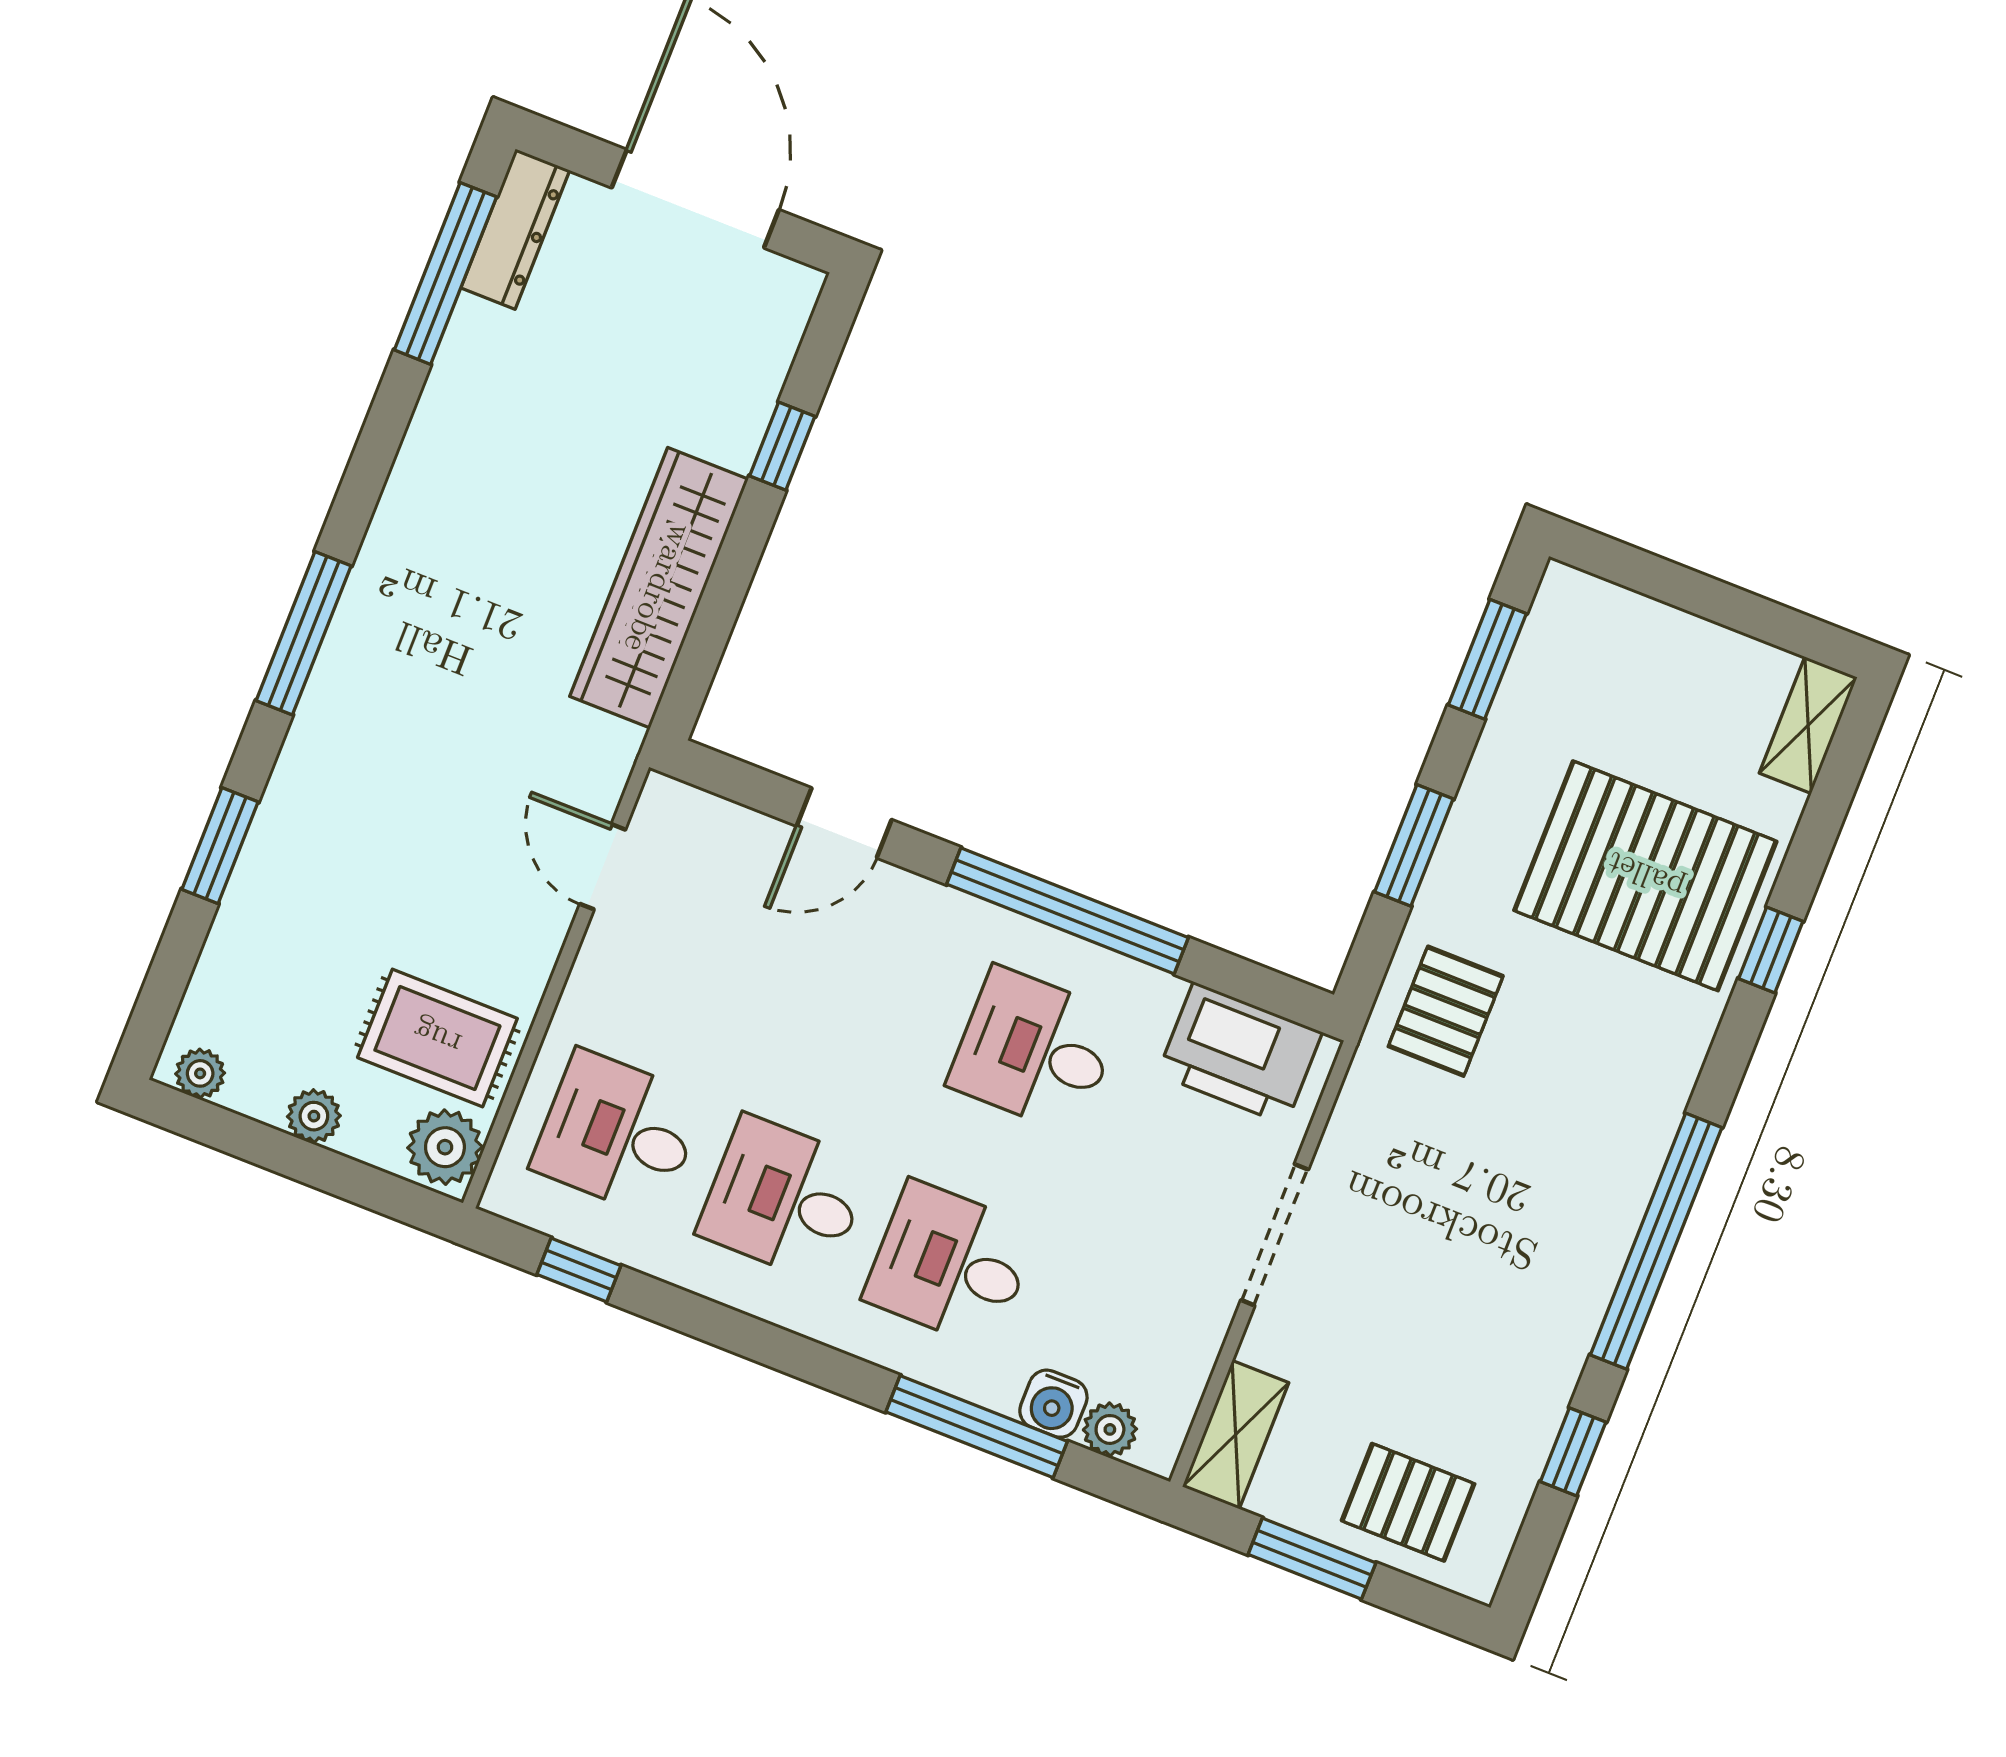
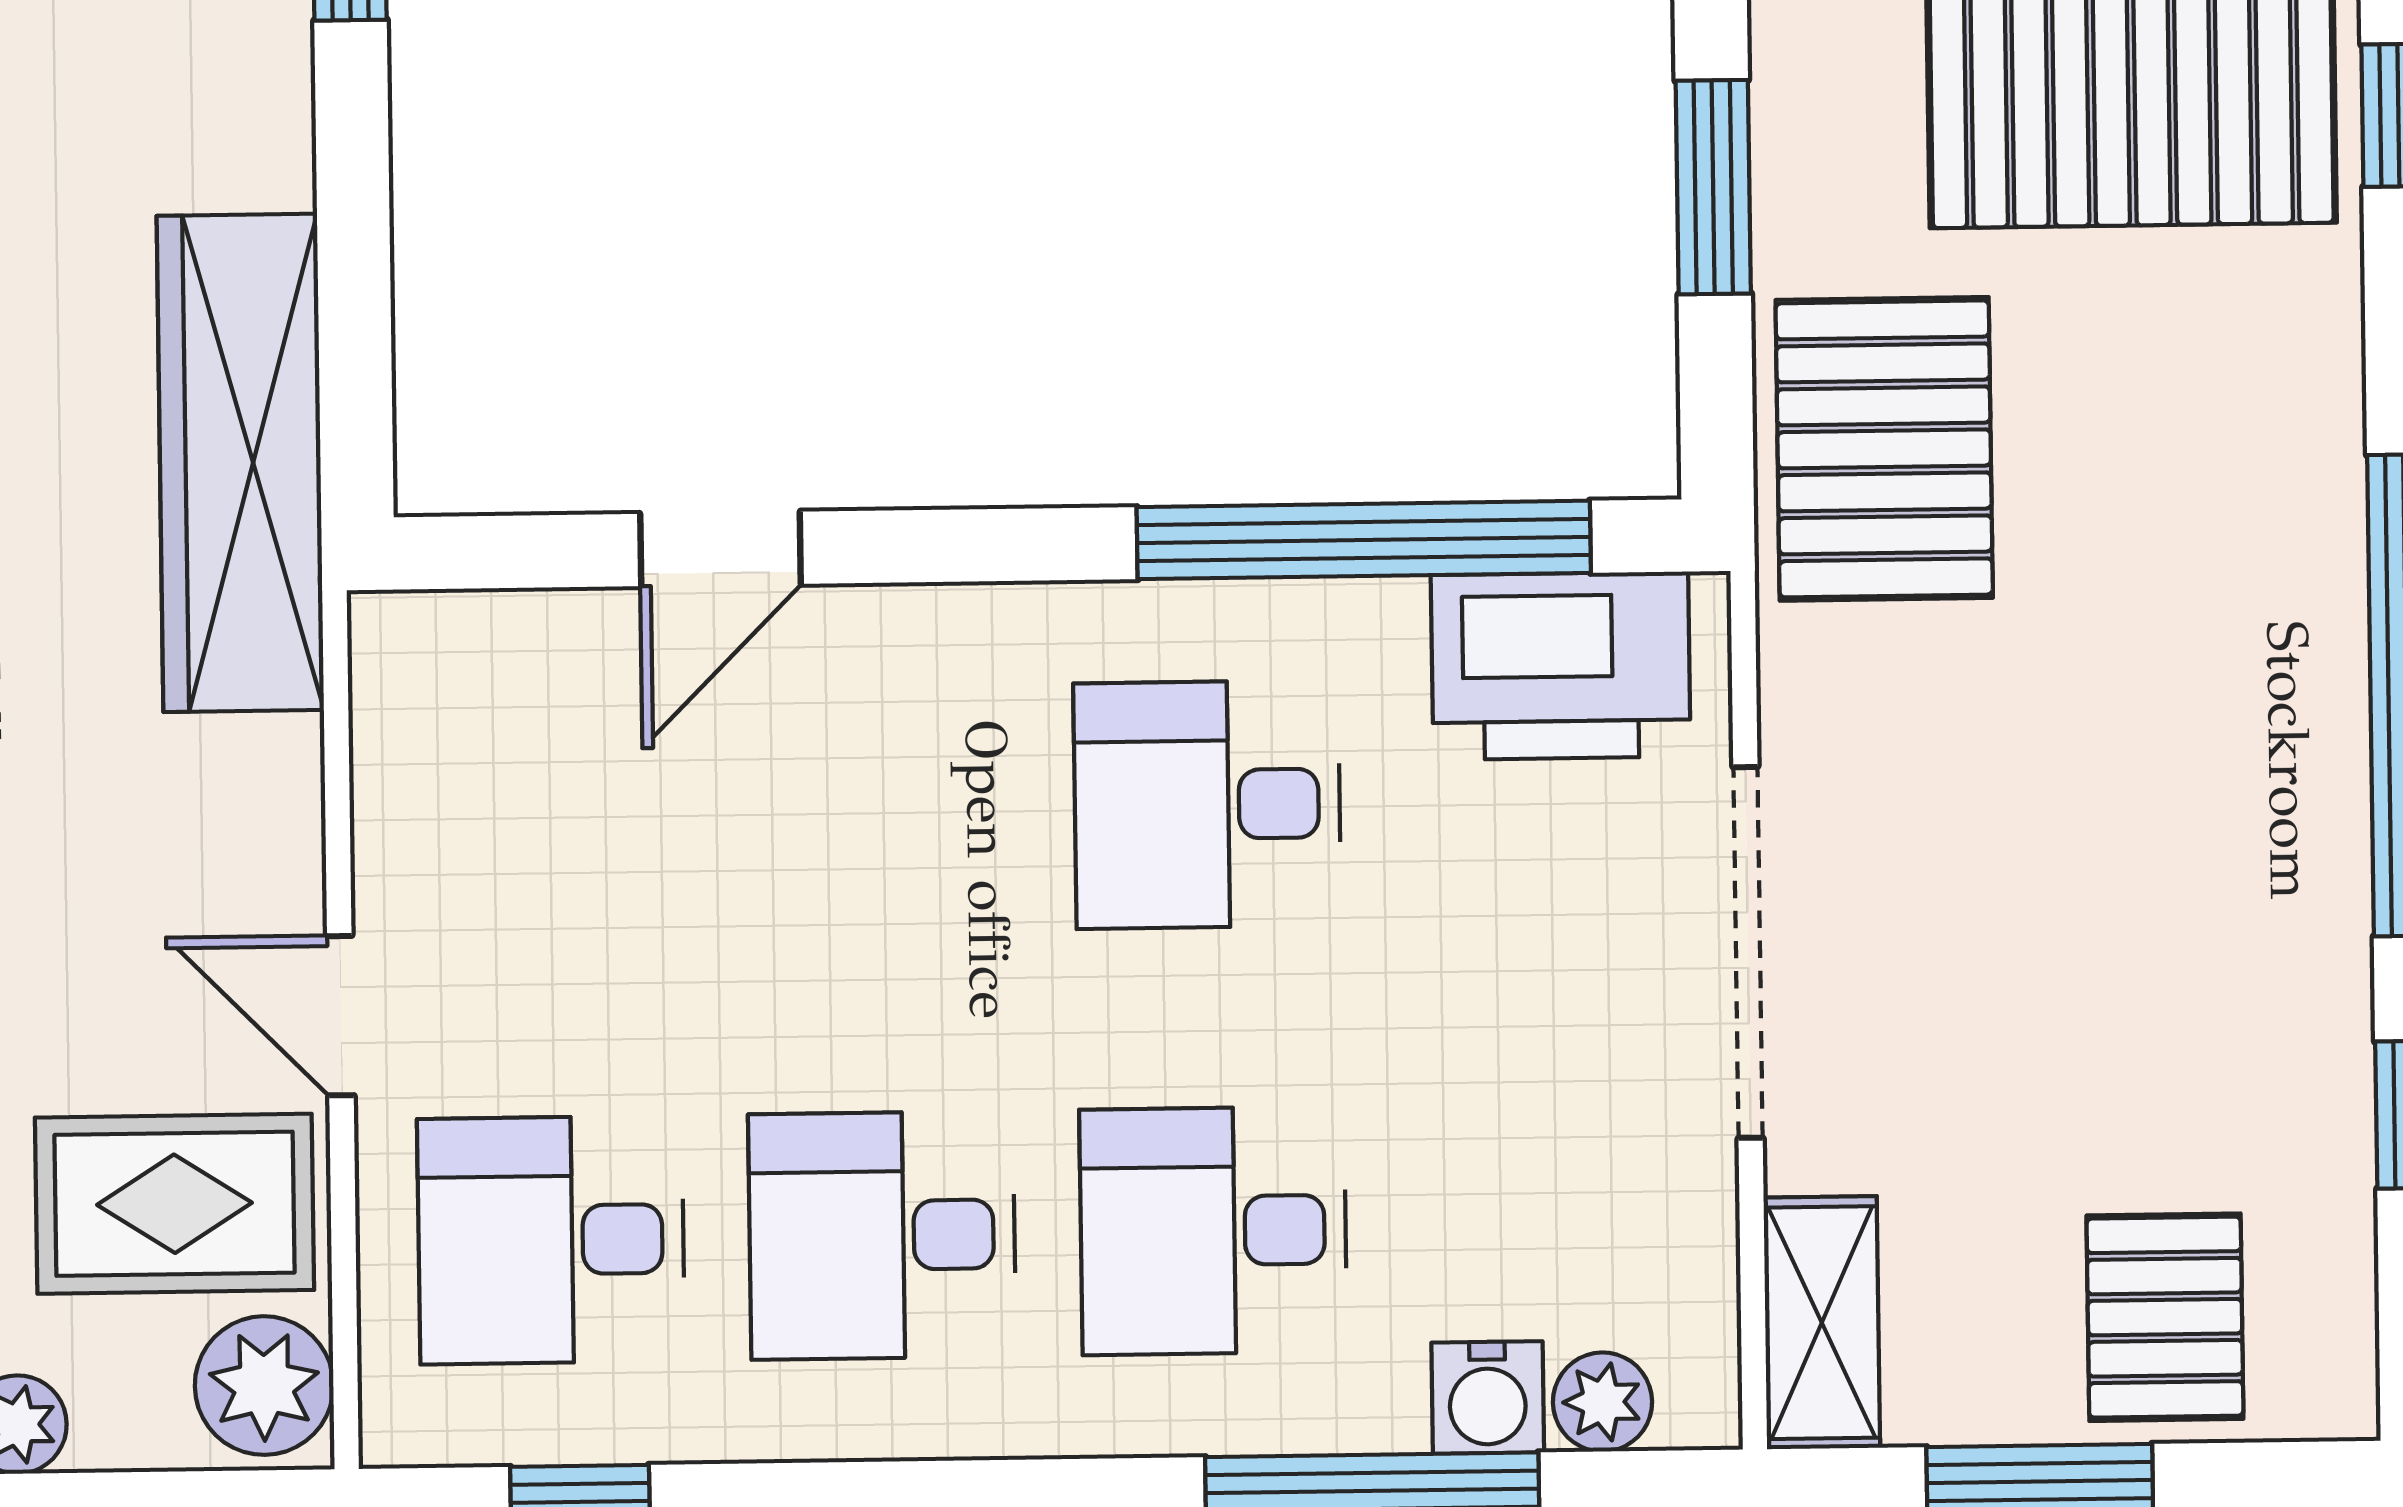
wardrobe: (659, 588) -> (240, 463), moved
door: (603, 867) -> (340, 1016), moved
window: (1068, 911) -> (1364, 540), moved
pallet: (1446, 1011) -> (1884, 449), width x1.50, depth x1.42
doorway: (1275, 1235) -> (1748, 952), width x1.36
pallet: (1408, 1502) -> (2165, 1317), turned 90

